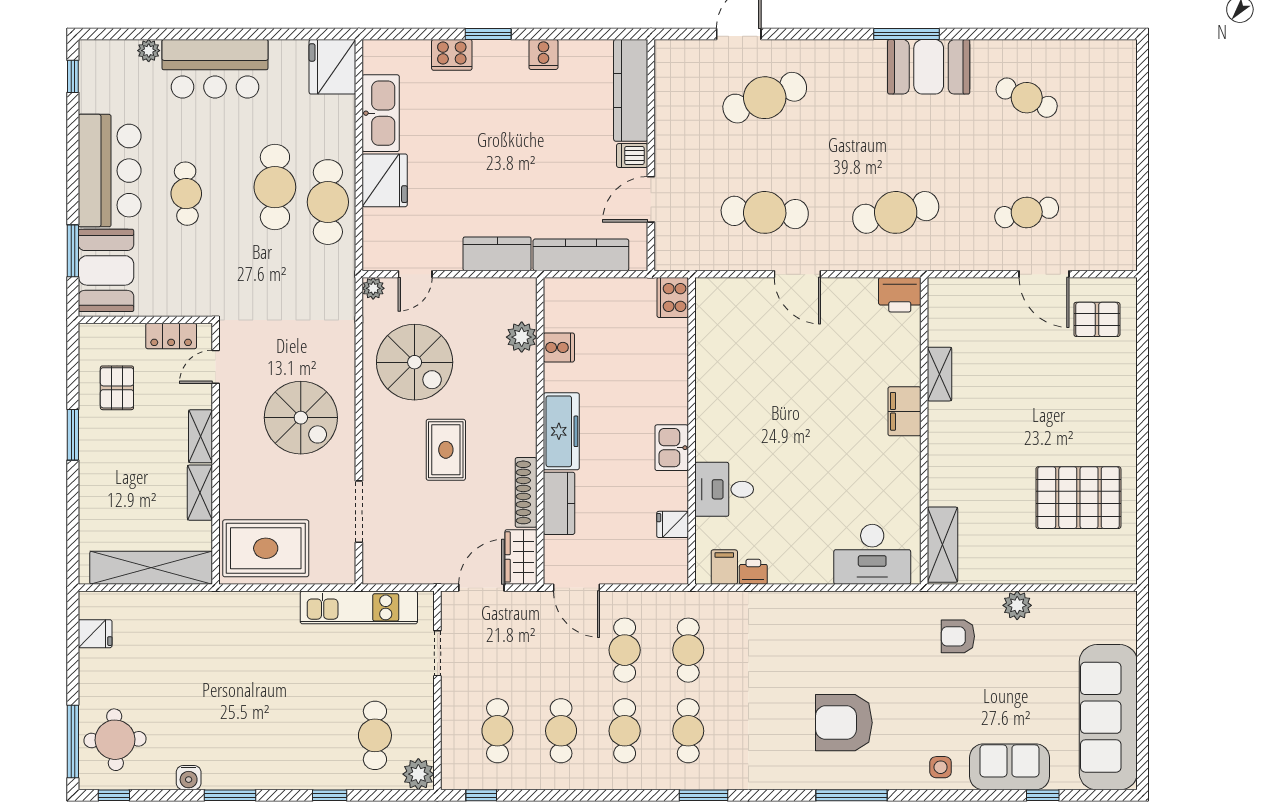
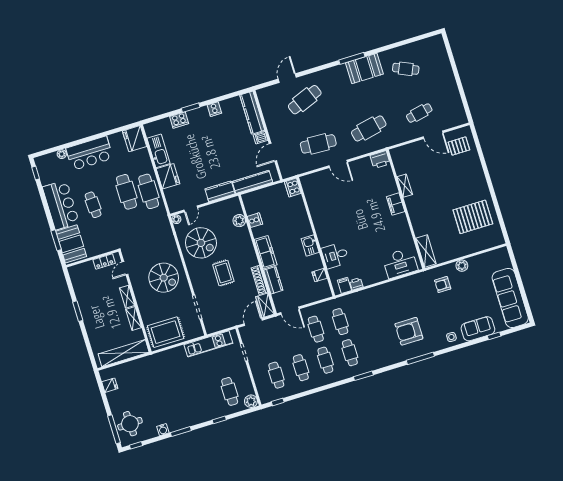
pallet: (117, 388) -> (89, 288), removed

